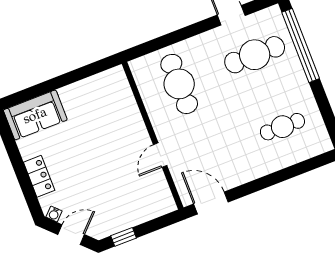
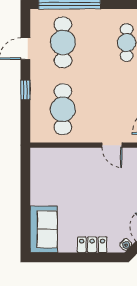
window: (185, 33) -> (25, 90), added
cafe table: (179, 84) -> (63, 109), turned 90

